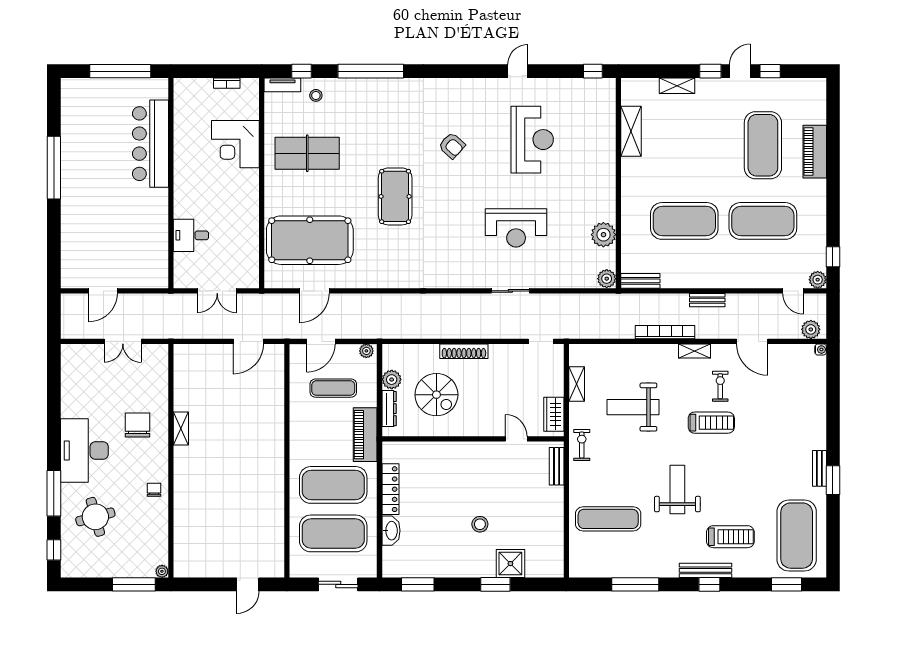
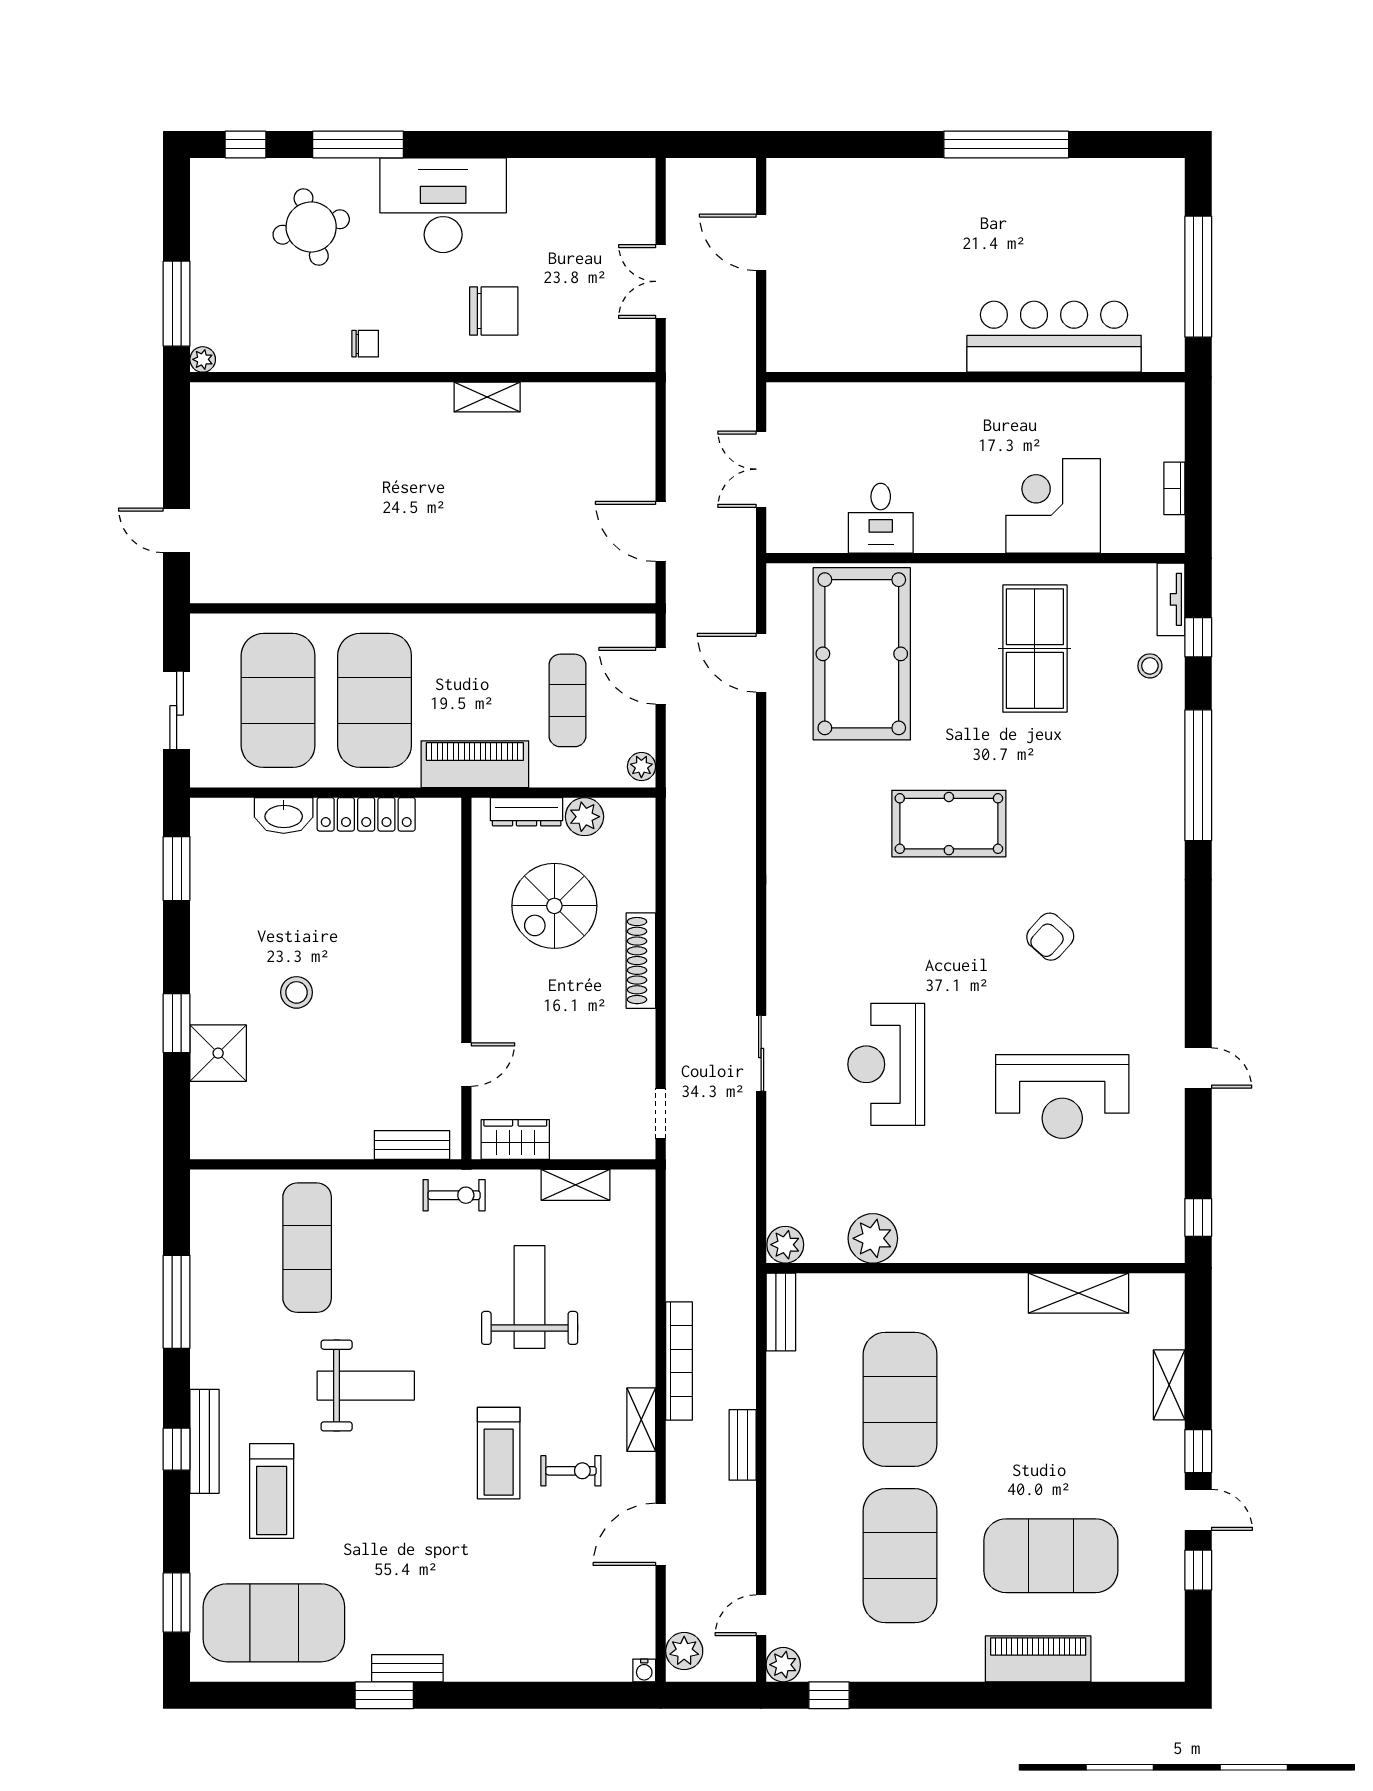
desk: (191, 235) -> (881, 518), moved, turned 180

